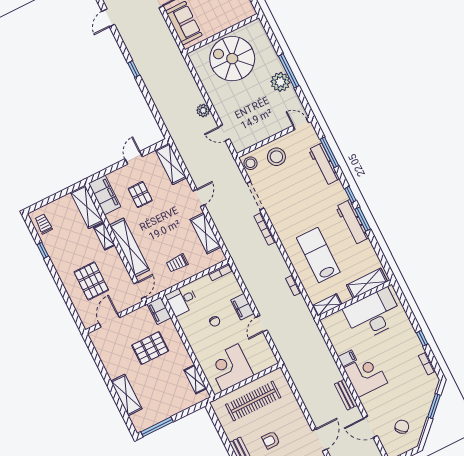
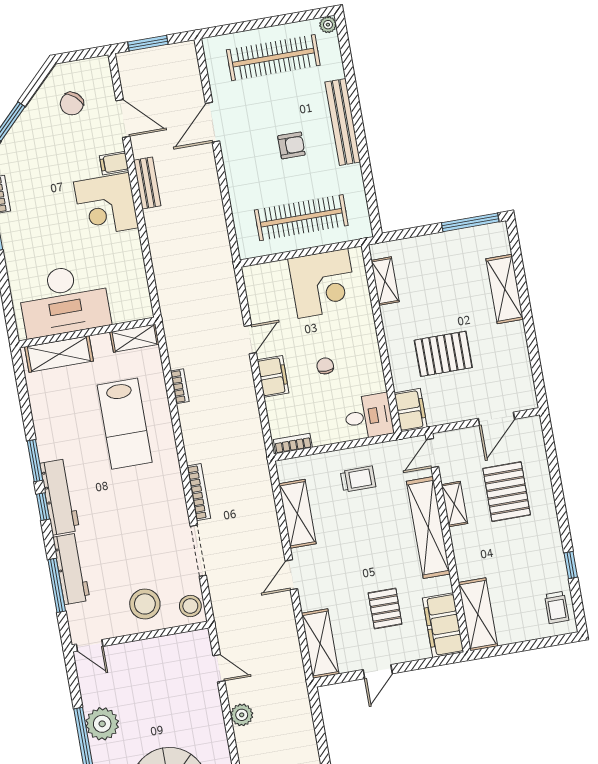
workbench: (352, 222) -> (60, 497), moved
shelving: (104, 236) -> (454, 504), moved
filing cabinet: (347, 358) -> (114, 163), moved

